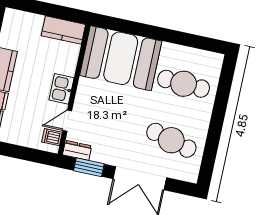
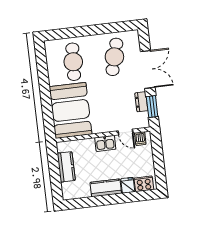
kitchen counter: (63, 30) -> (66, 167), moved
dresser: (77, 150) -> (141, 102), moved

